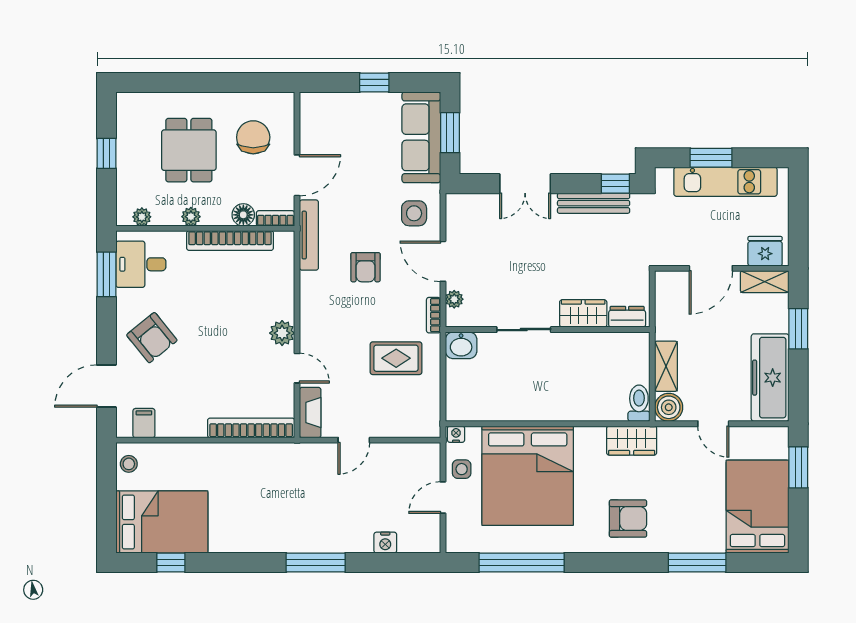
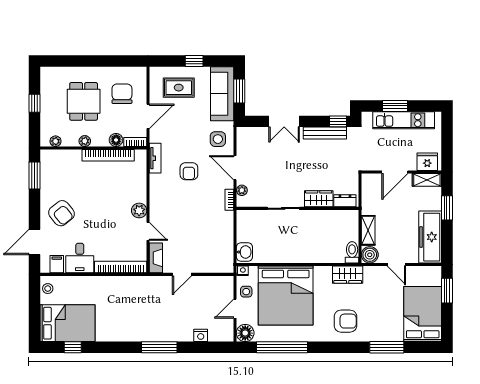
tv unit: (309, 235) -> (155, 158), width x0.71
desk: (141, 264) -> (80, 258), moved, turned -90
washbasin: (461, 345) -> (244, 252), moved, turned -90
rug: (396, 358) -> (179, 88), moved
floor lamp: (460, 538) -> (245, 333), added

